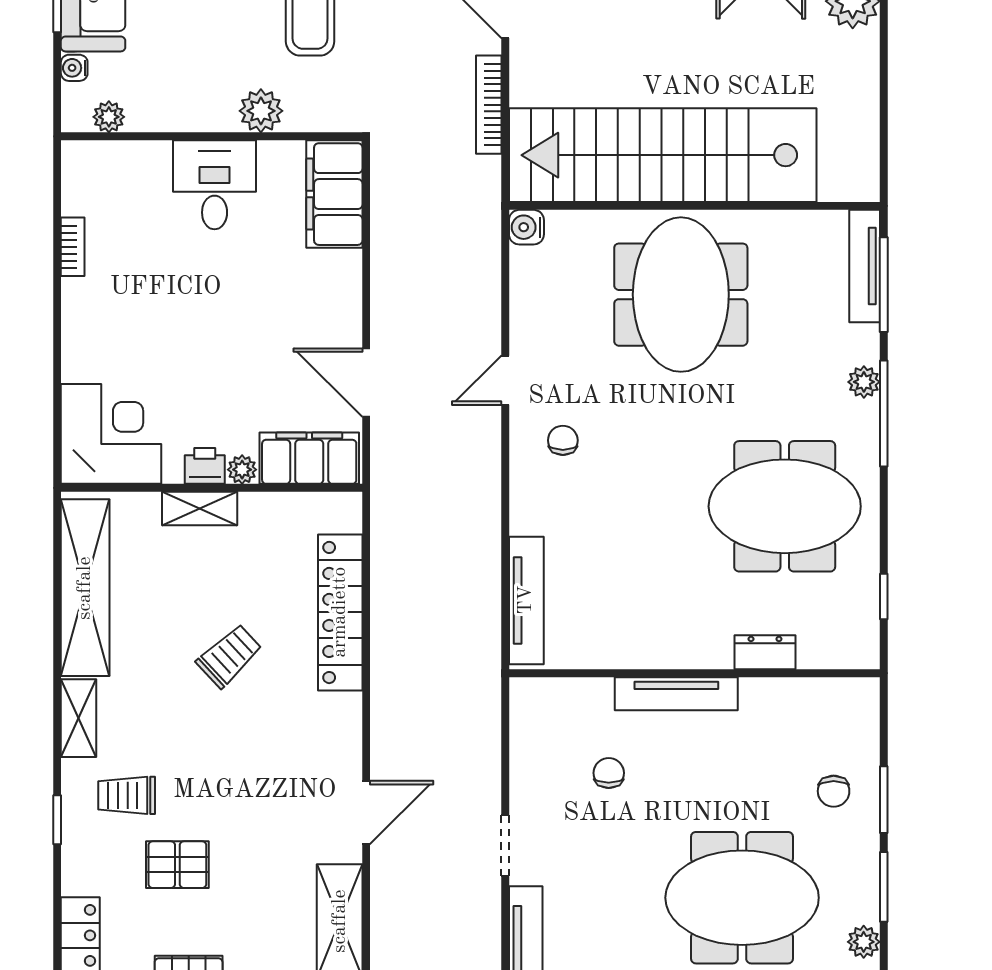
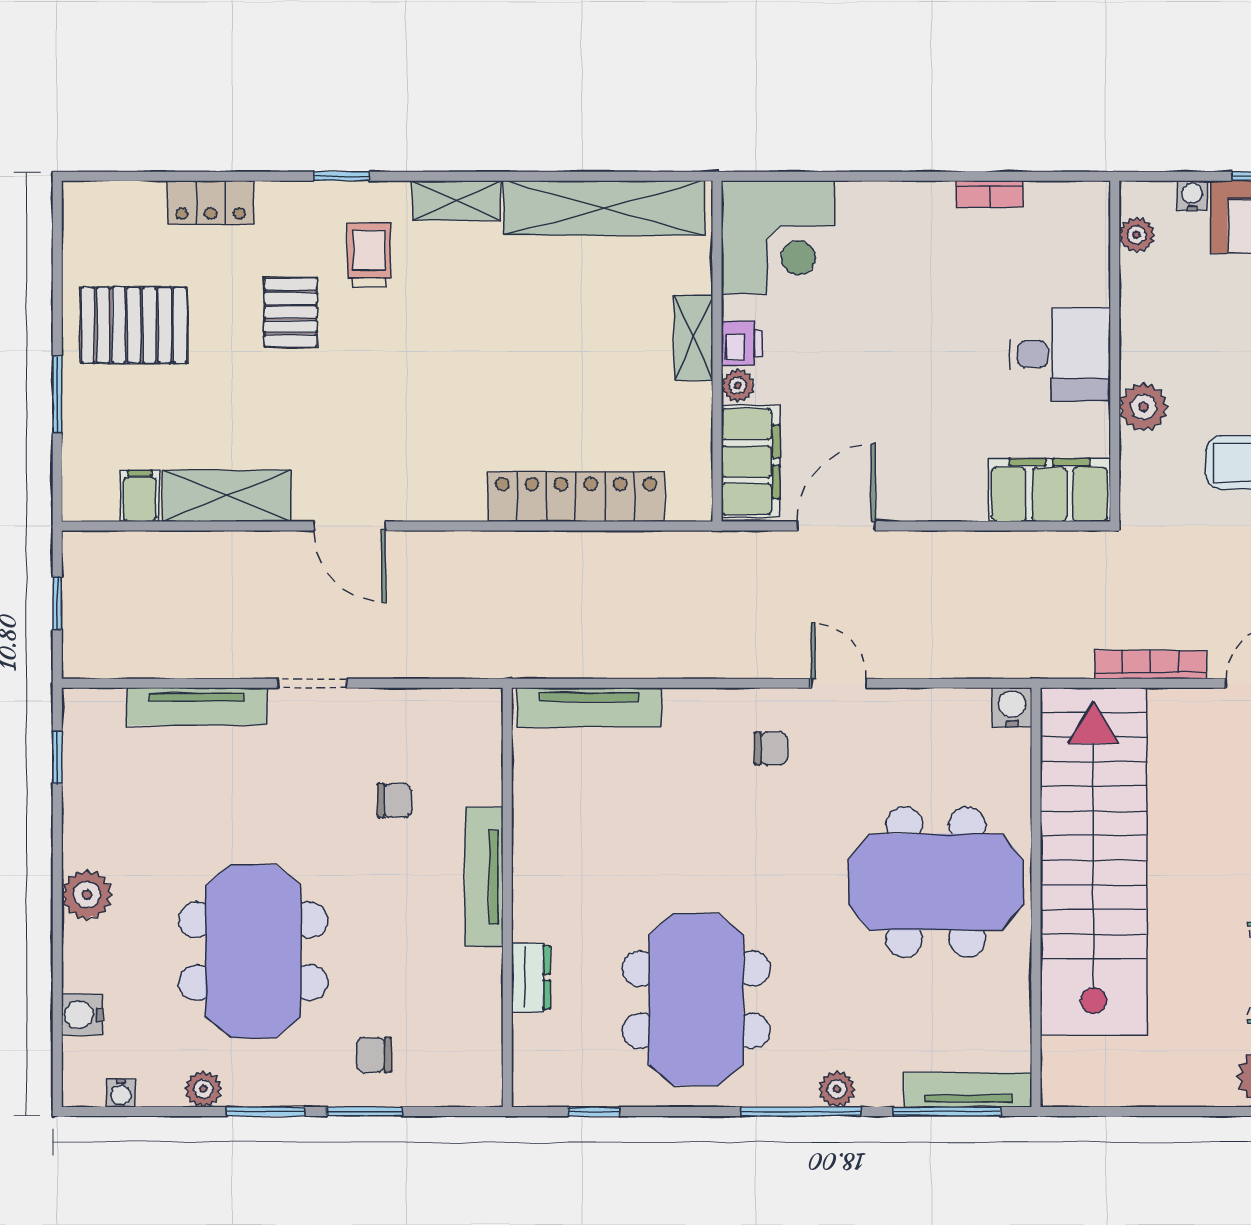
trolley: (229, 656) -> (527, 371), removed

